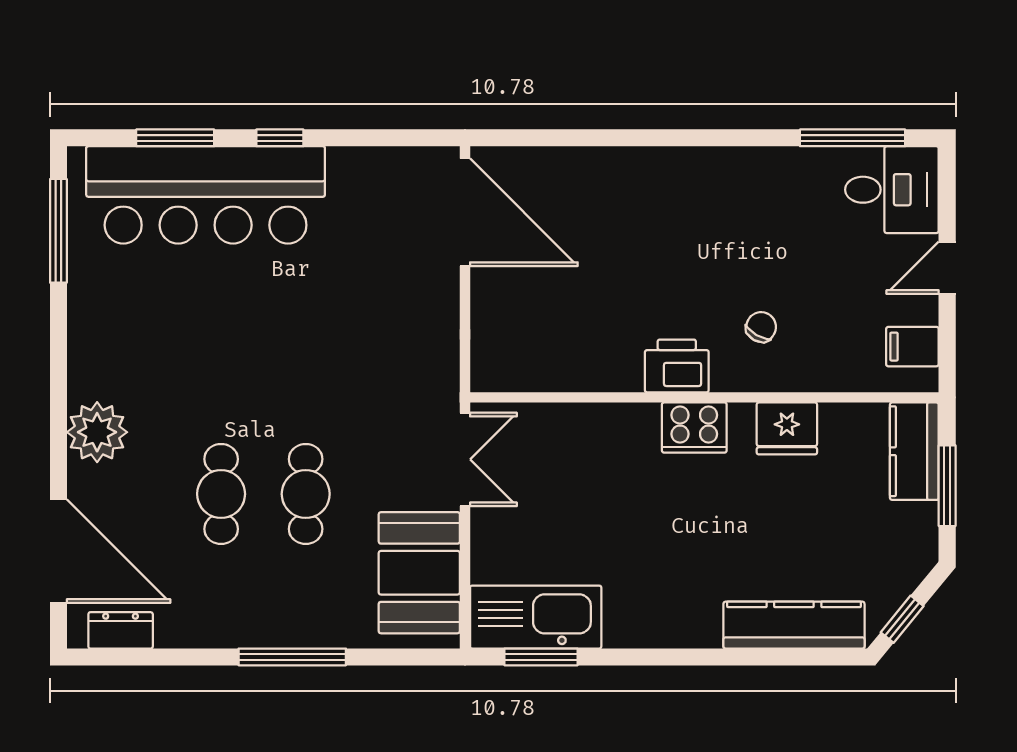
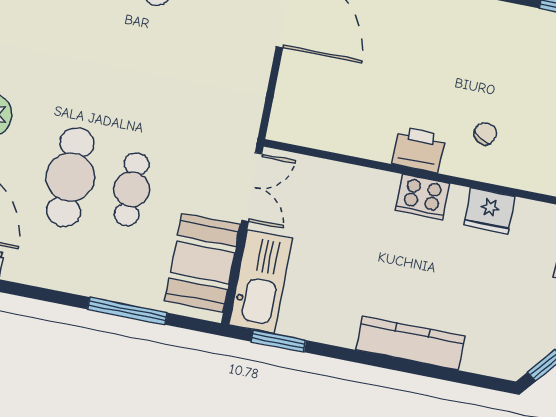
cafe table: (221, 494) -> (70, 177), width x1.37, depth x1.35
kitchen sink: (536, 617) -> (261, 282), moved, turned 90
kitchen counter: (794, 625) -> (410, 343), moved
window: (292, 657) -> (127, 311), moved

